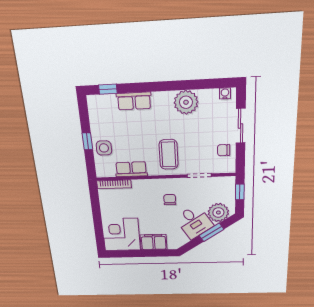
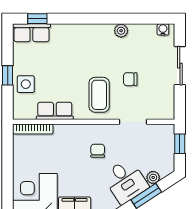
row of seats: (134, 101) -> (31, 33), moved
plant: (186, 102) -> (121, 31), width x0.53, depth x0.53
chair: (224, 150) -> (130, 79), moved
plant: (218, 212) -> (153, 177), width x0.53, depth x0.53

